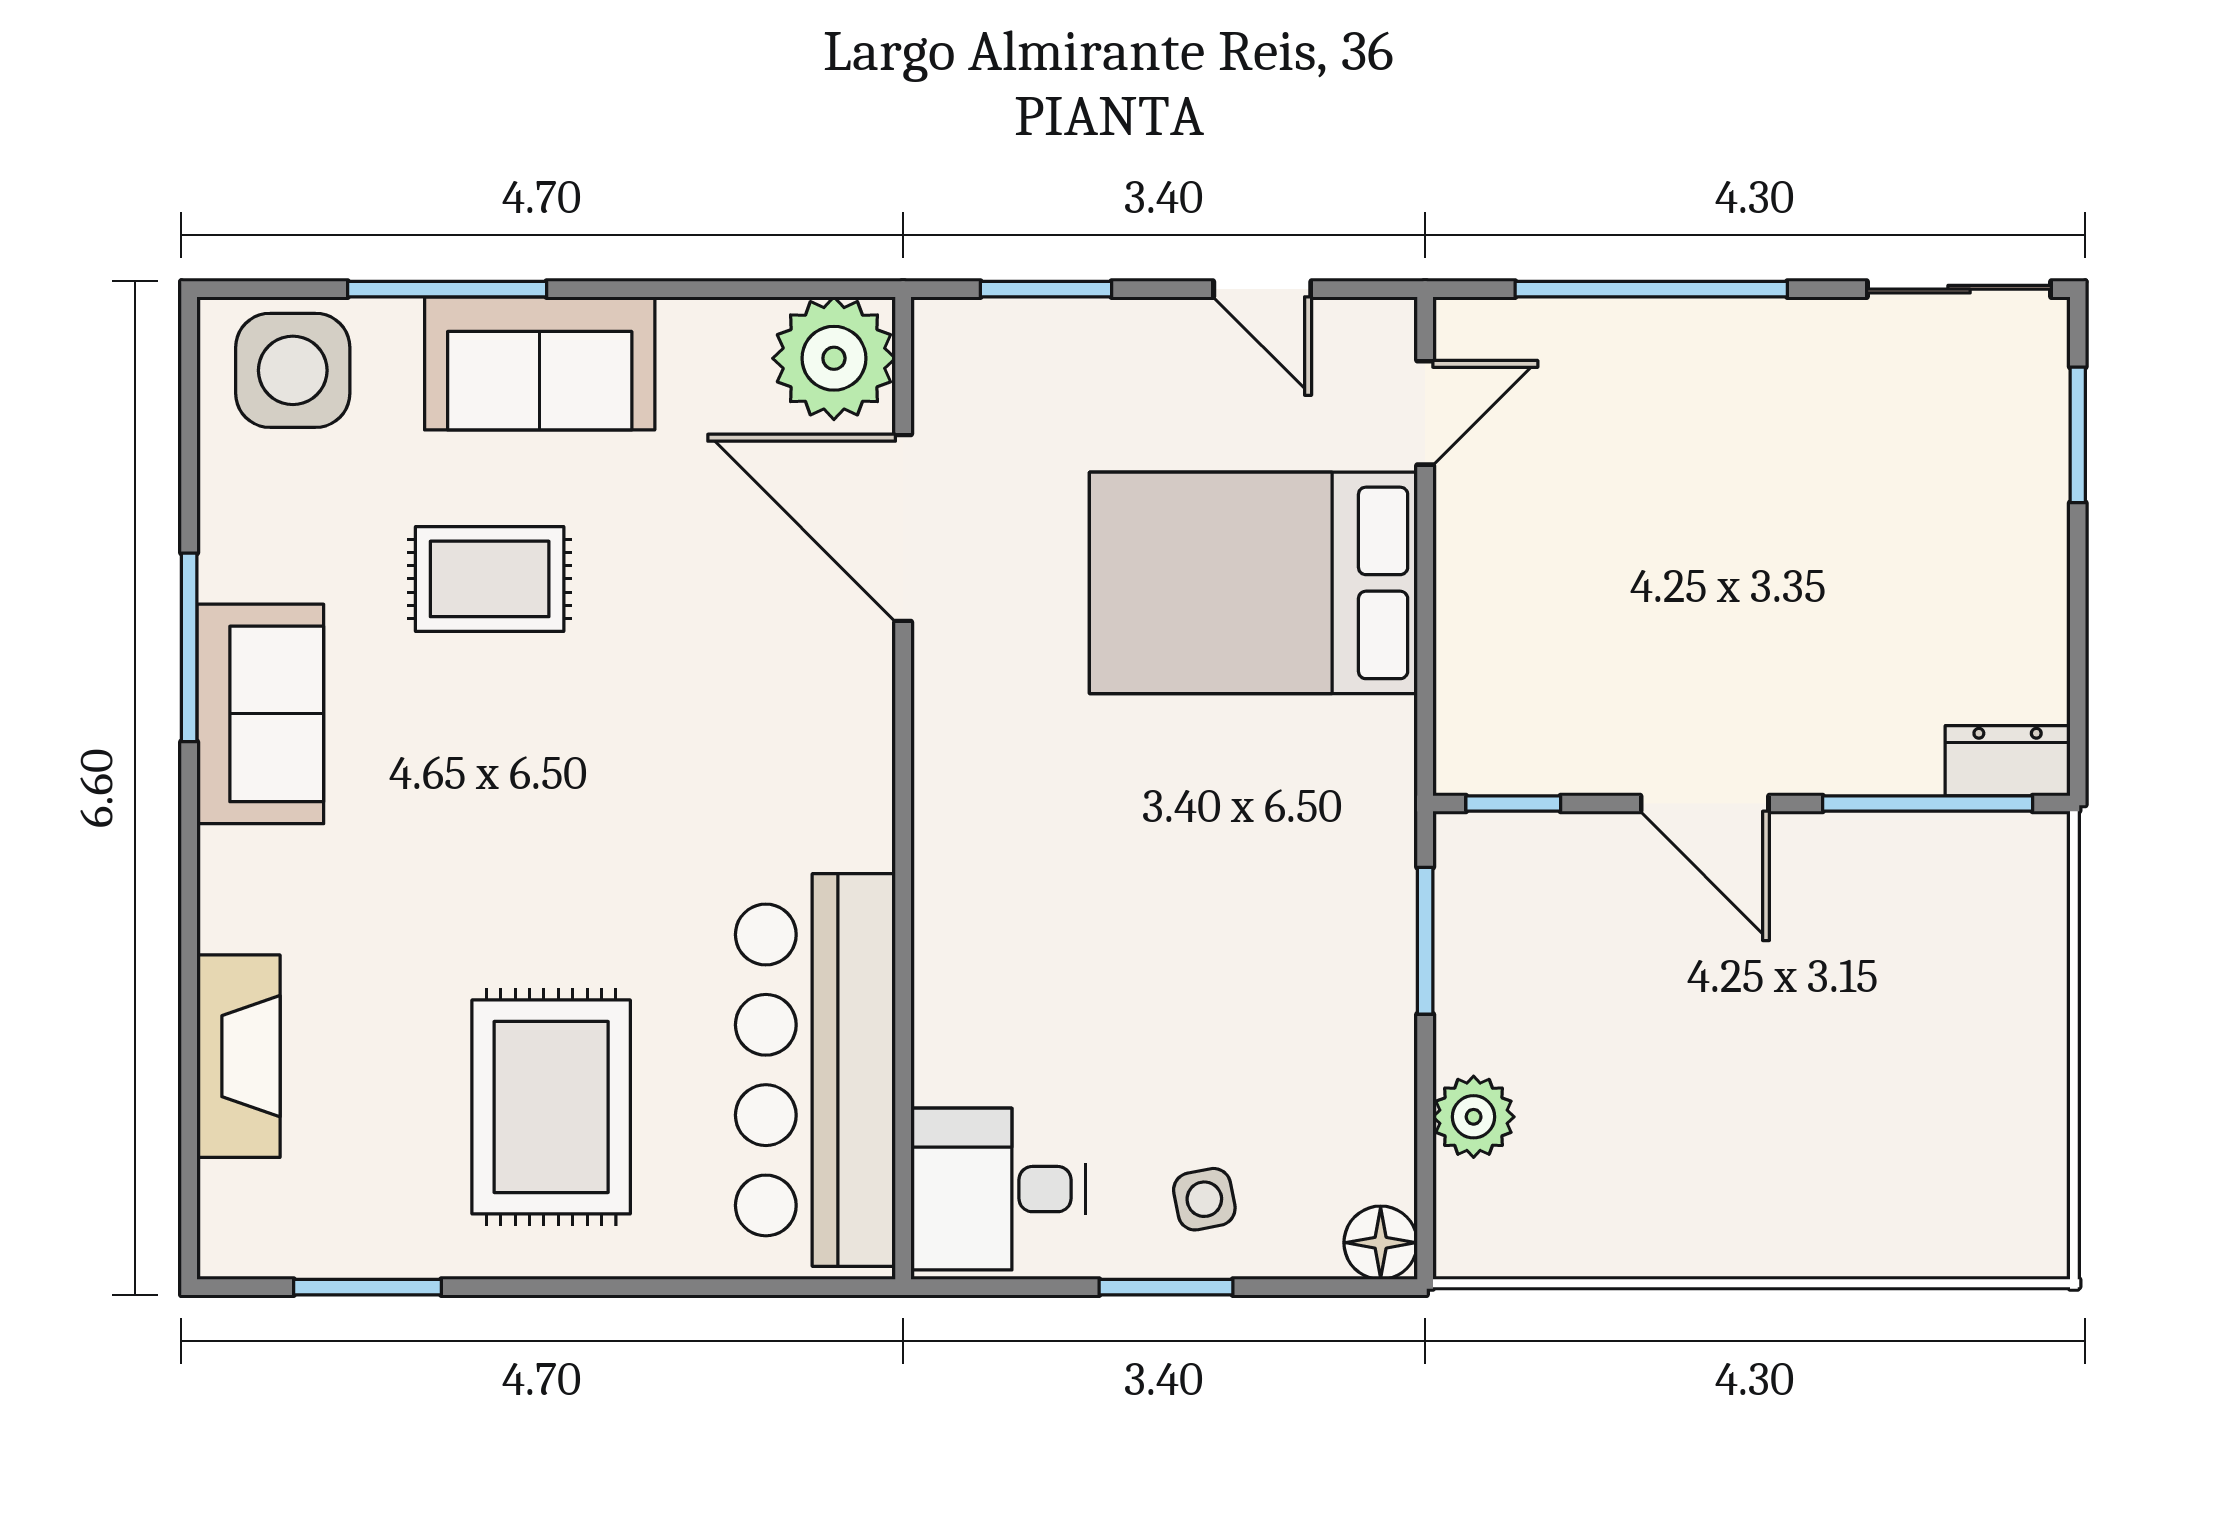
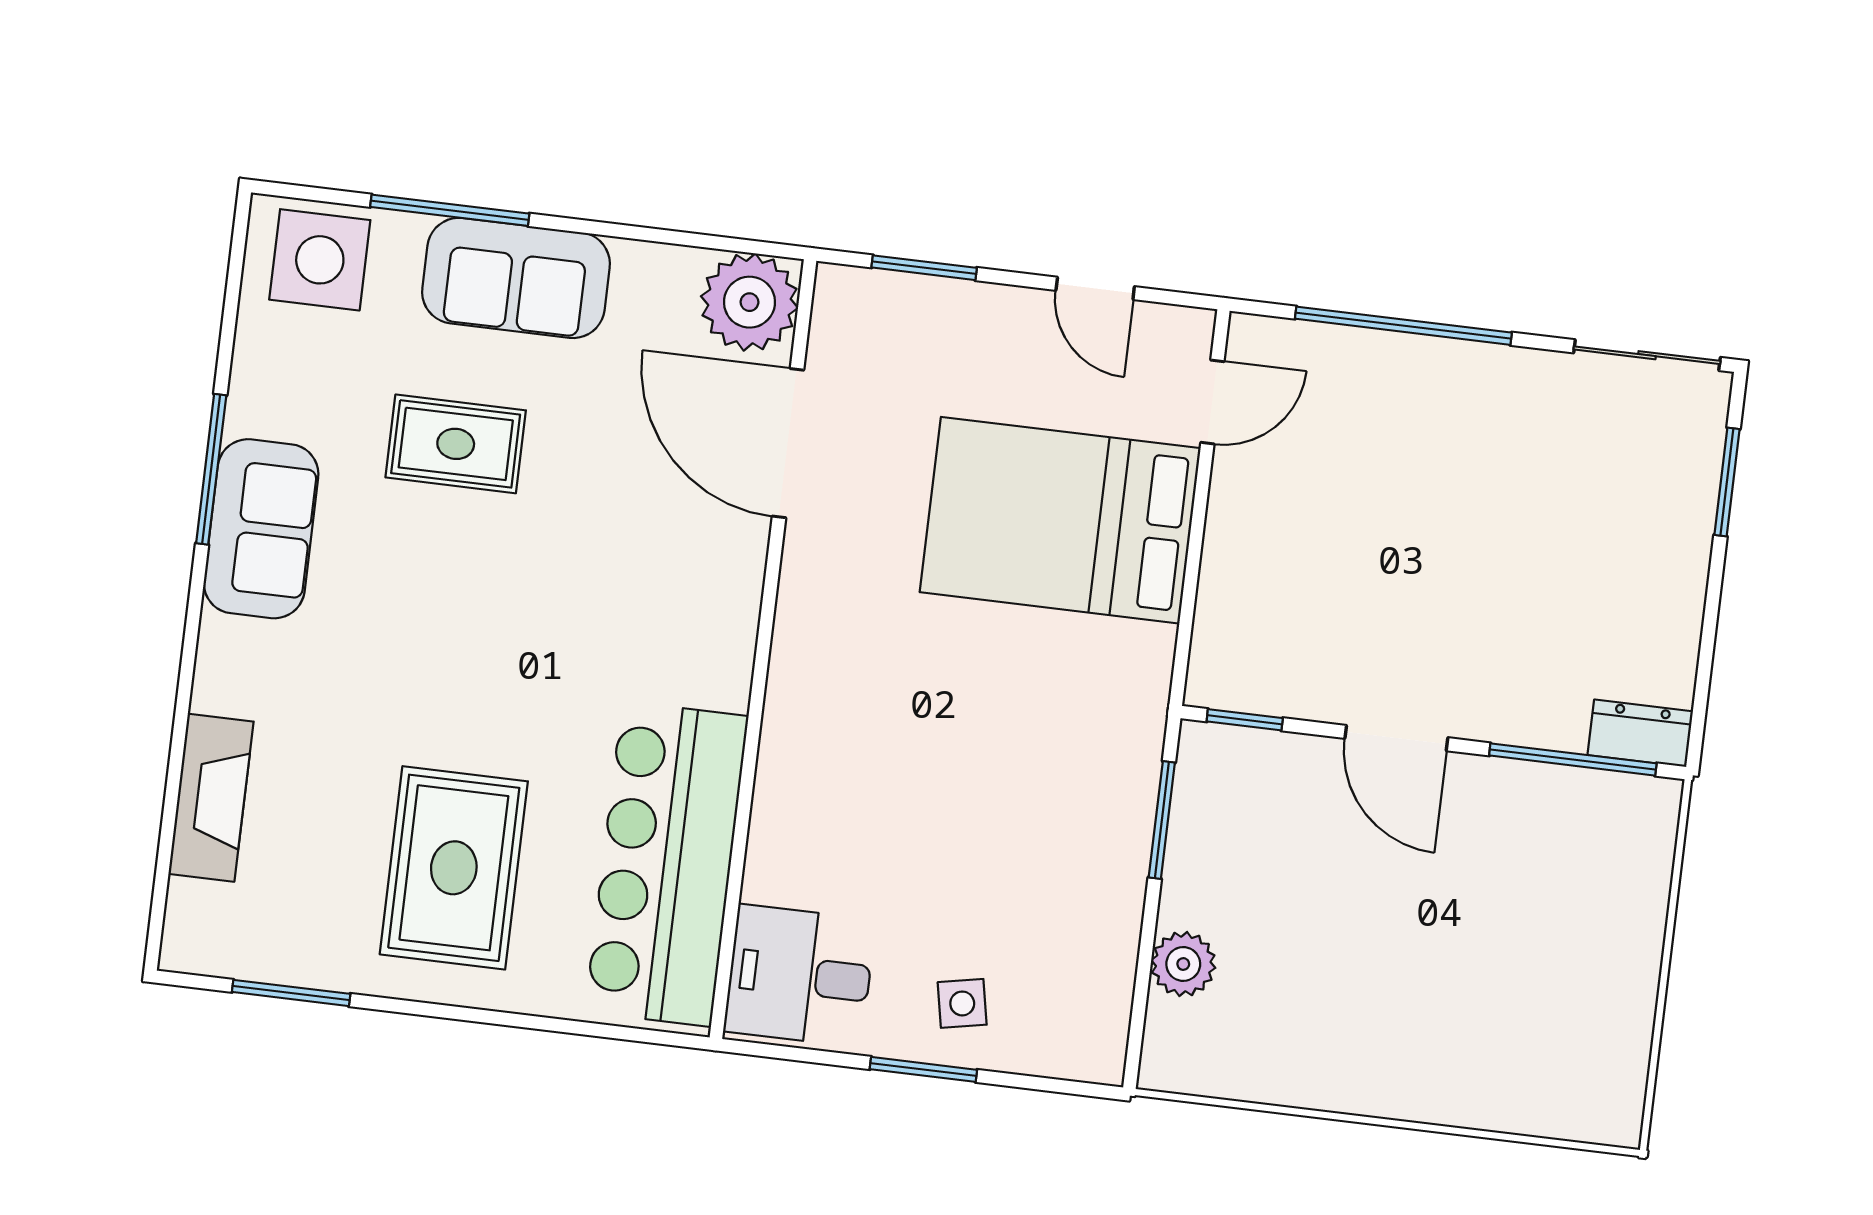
floor lamp: (1381, 1243) -> (1098, 1055), removed

